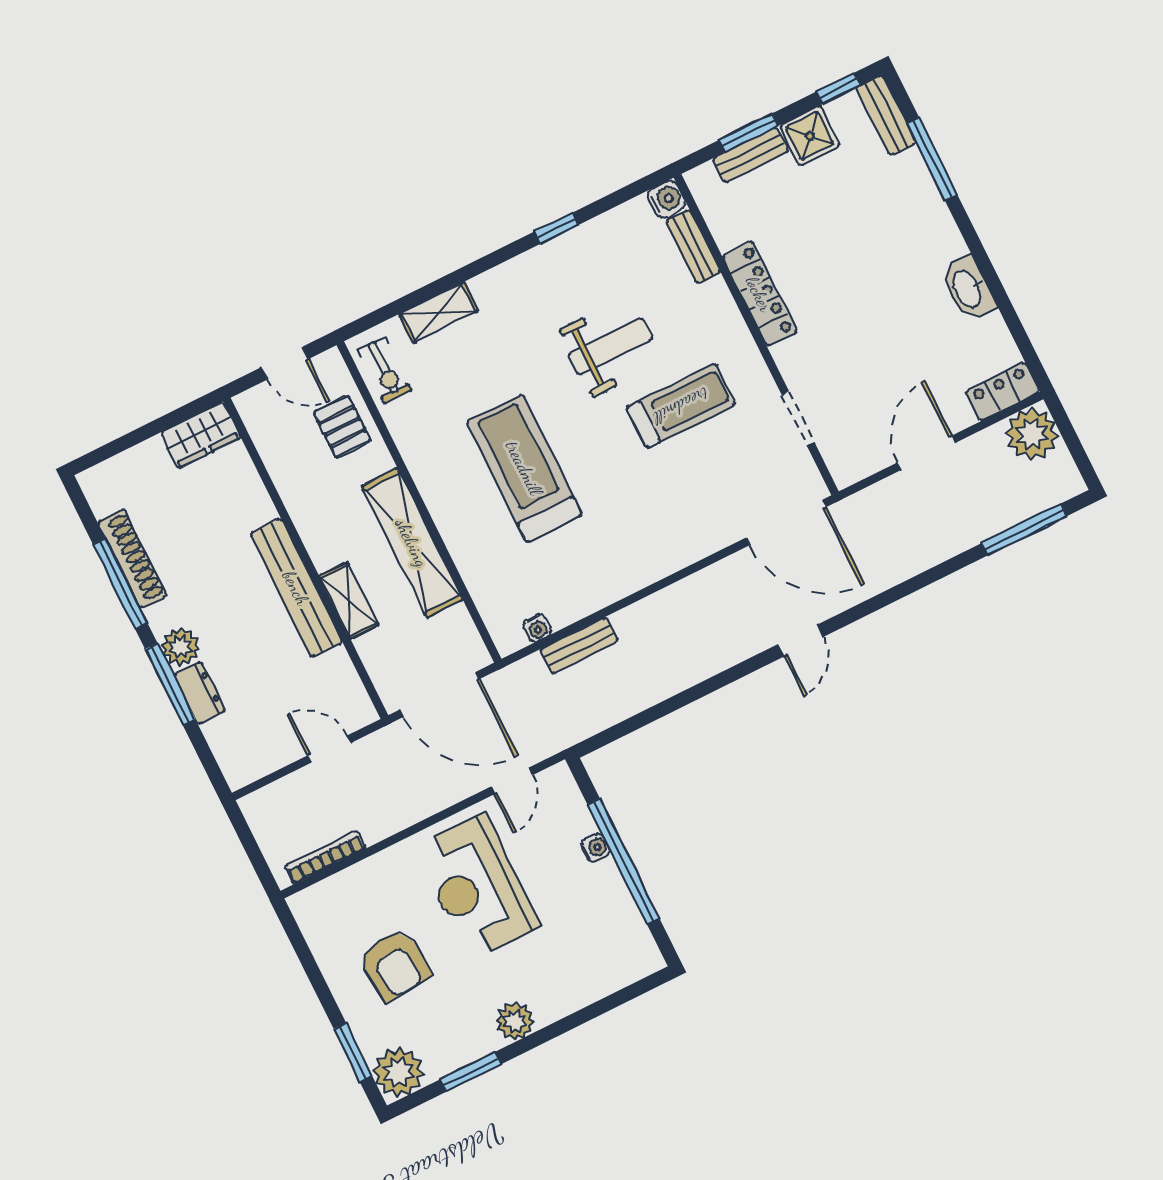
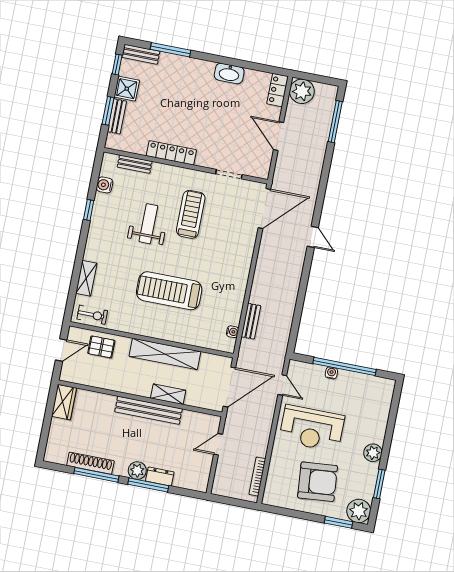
water cooler: (667, 199) -> (105, 185), moved, turned -90
armchair: (395, 965) -> (318, 482), width x1.36, depth x1.36

